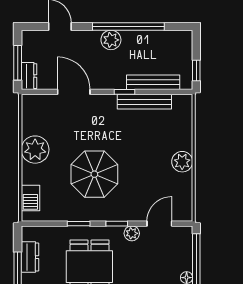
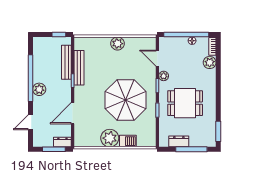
parasol: (94, 174) -> (126, 100), width x1.36, depth x1.36
barbecue: (30, 198) -> (128, 141), moved

